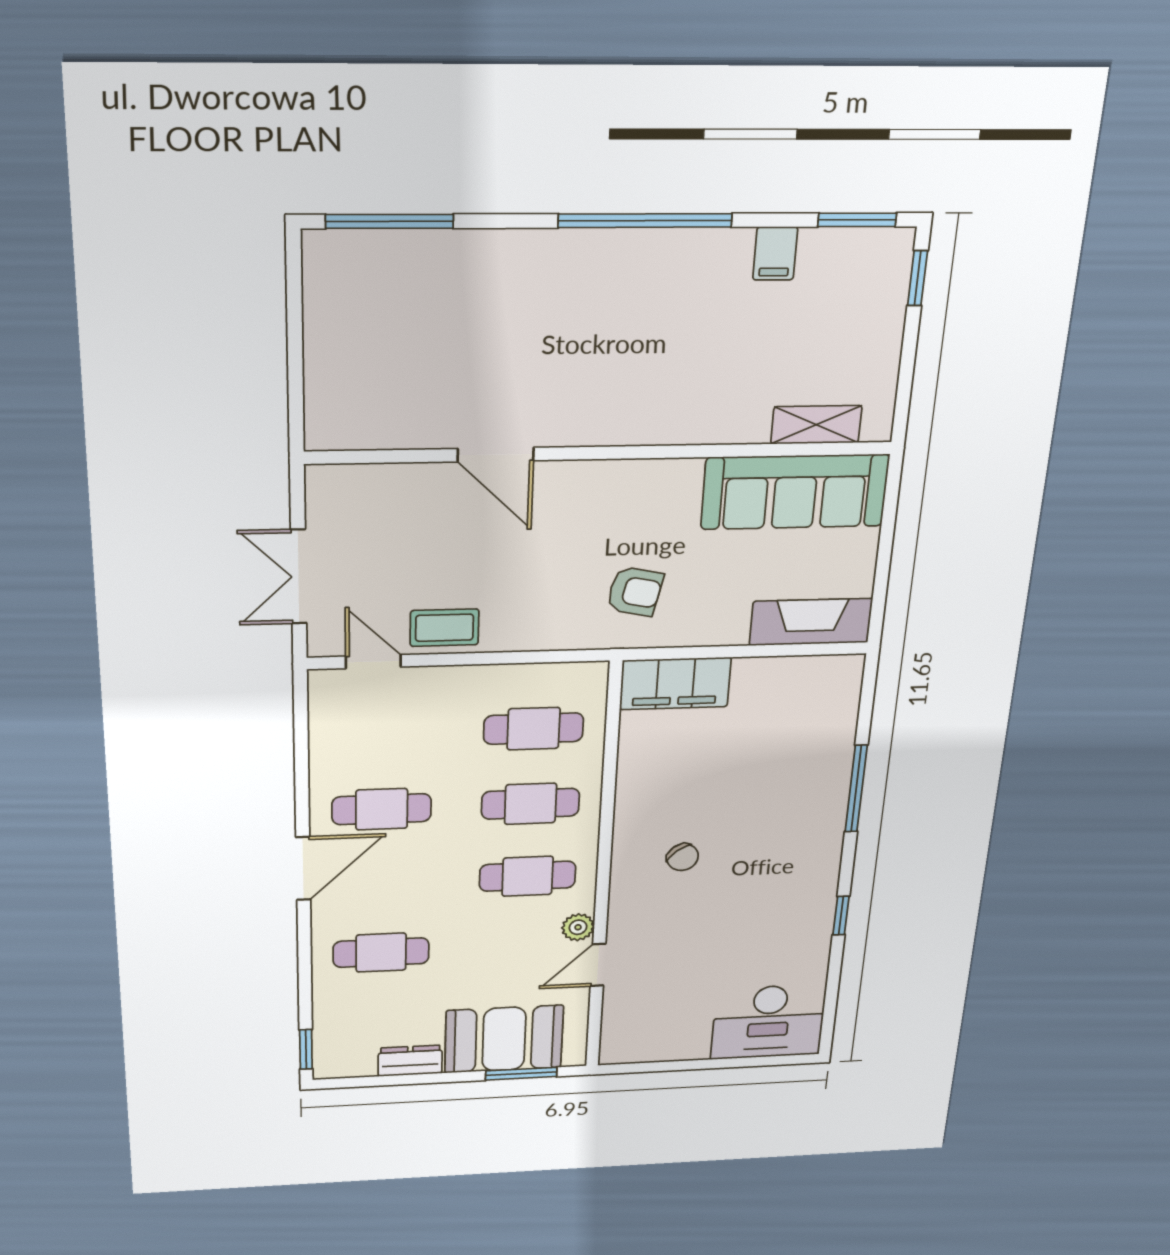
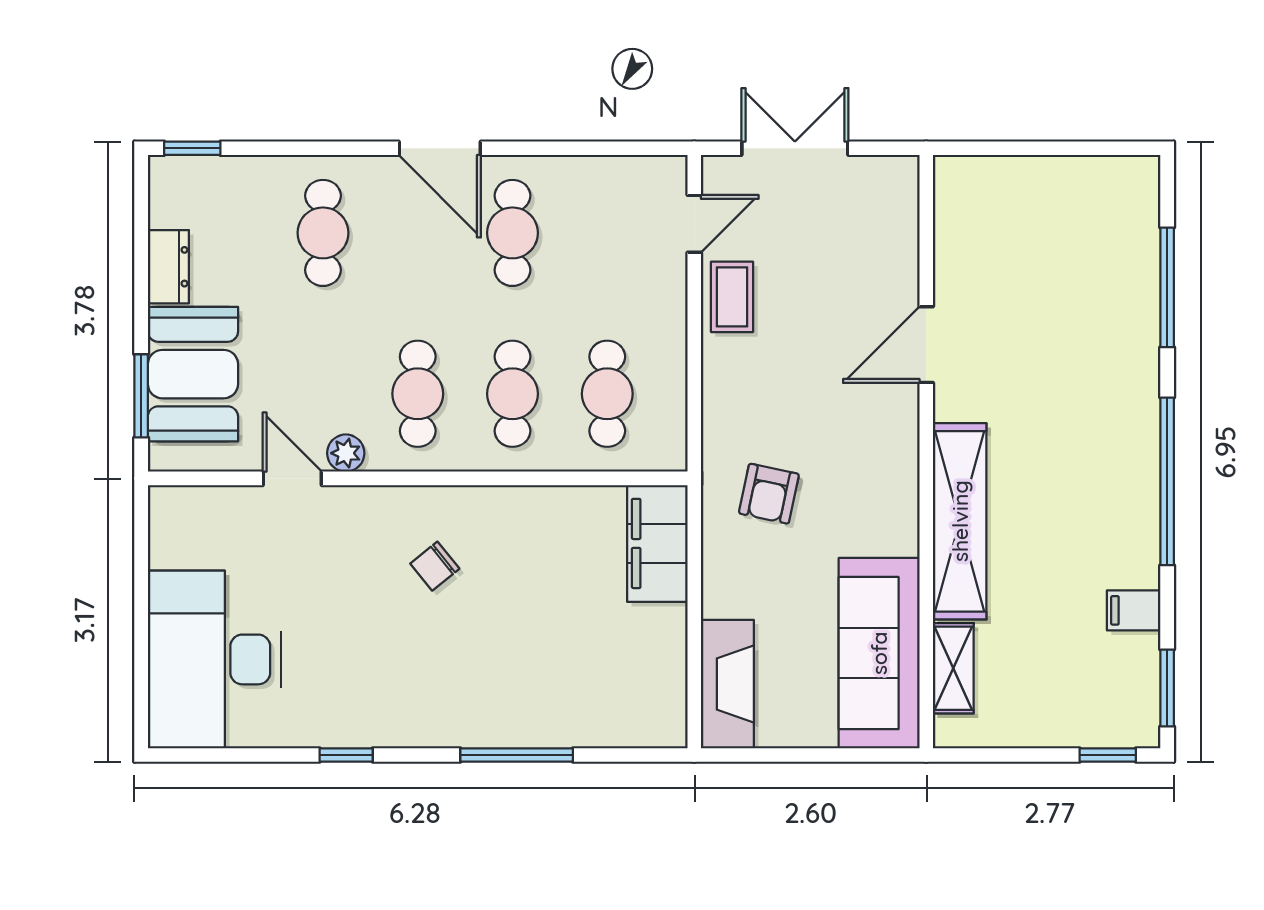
window: (390, 221) -> (1167, 287), moved
shelving: (673, 421) -> (960, 521), added
desk: (768, 1022) -> (214, 659), width x1.36, depth x1.30

